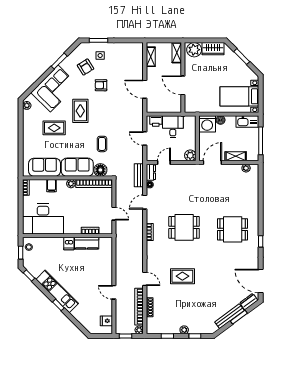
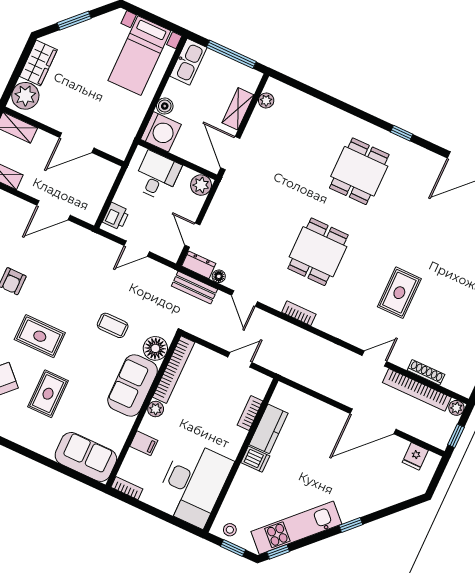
desk: (173, 127) -> (157, 176), moved, turned 90
sofa: (45, 167) -> (86, 457), moved, turned 90
kitchen unit: (57, 291) -> (296, 528), moved
door: (114, 292) -> (373, 421), width x1.87

